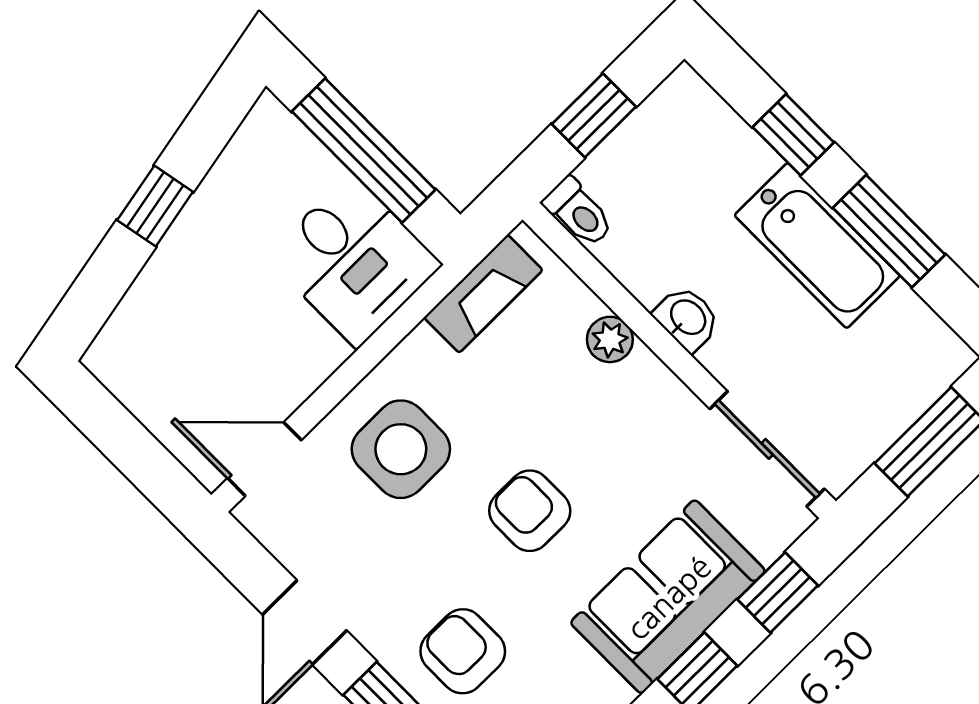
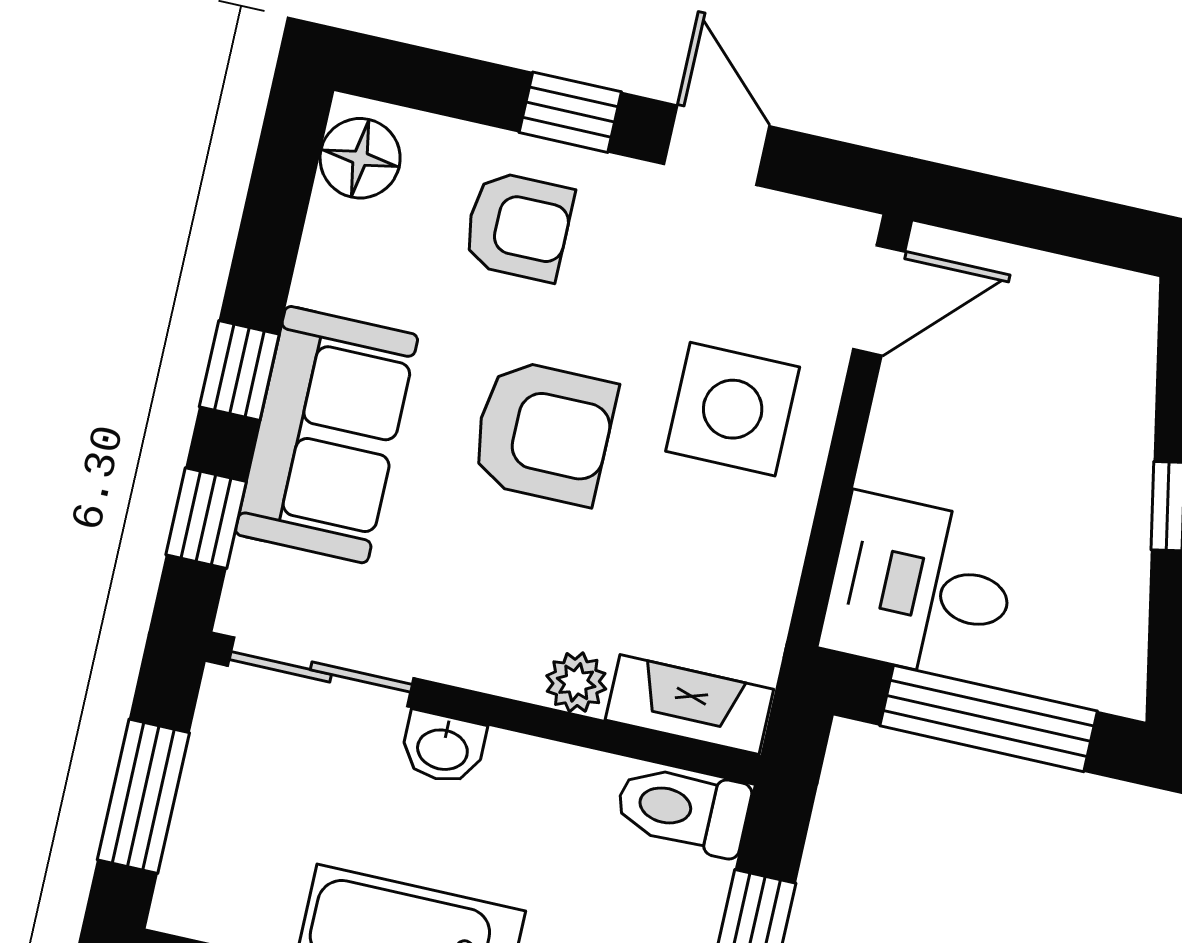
toilet: (579, 212) -> (683, 809), width x1.37, depth x1.39
fireplace: (483, 294) -> (689, 705), moved, turned 90
washbasin: (687, 318) -> (443, 748), moved
armchair: (530, 511) -> (544, 432), width x1.38, depth x1.38

